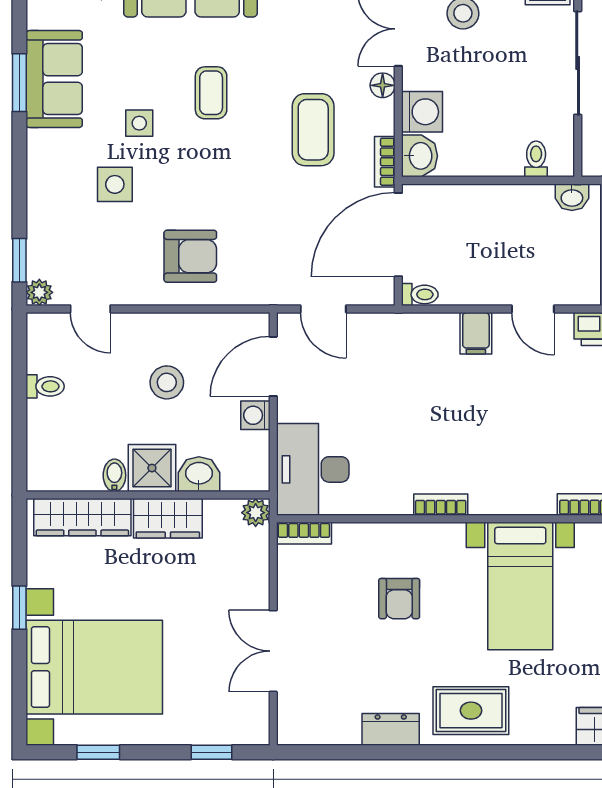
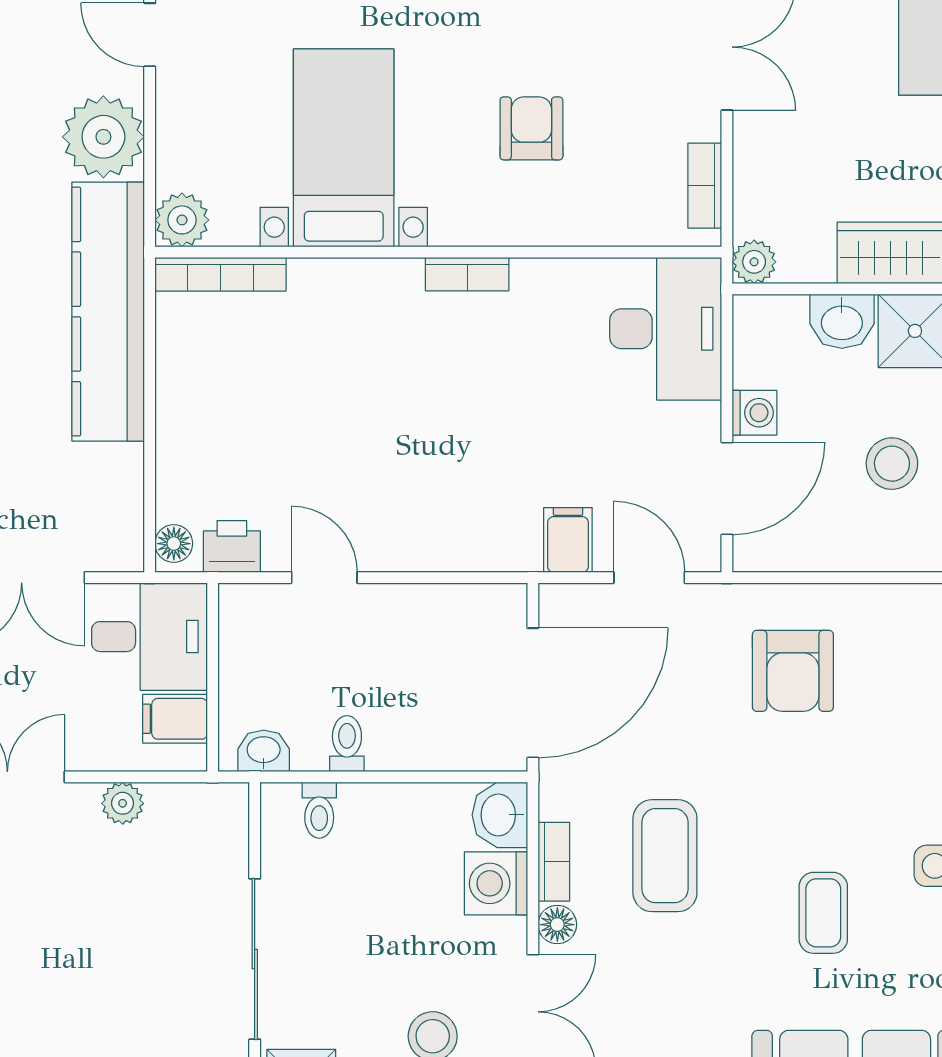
bookcase: (385, 162) -> (554, 862), moved
armchair: (190, 256) -> (793, 671), moved, turned -90
toilet: (420, 294) -> (347, 744), moved, turned 90
filing cabinet: (476, 333) -> (568, 540), moved
bookcase: (304, 533) -> (705, 186), moved, turned -90

